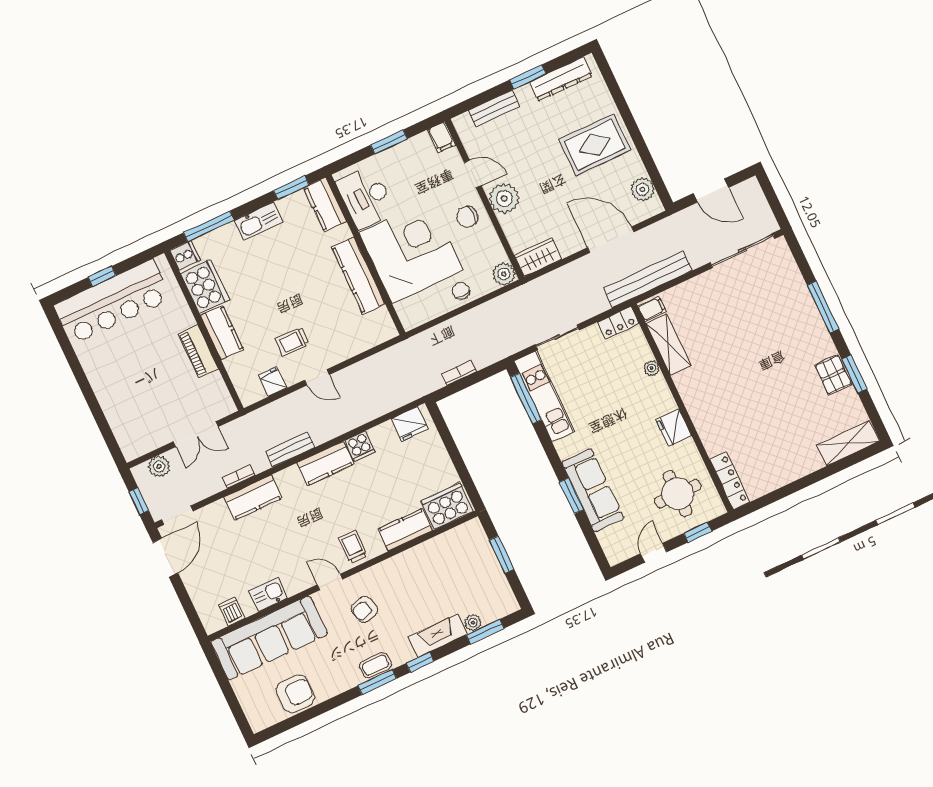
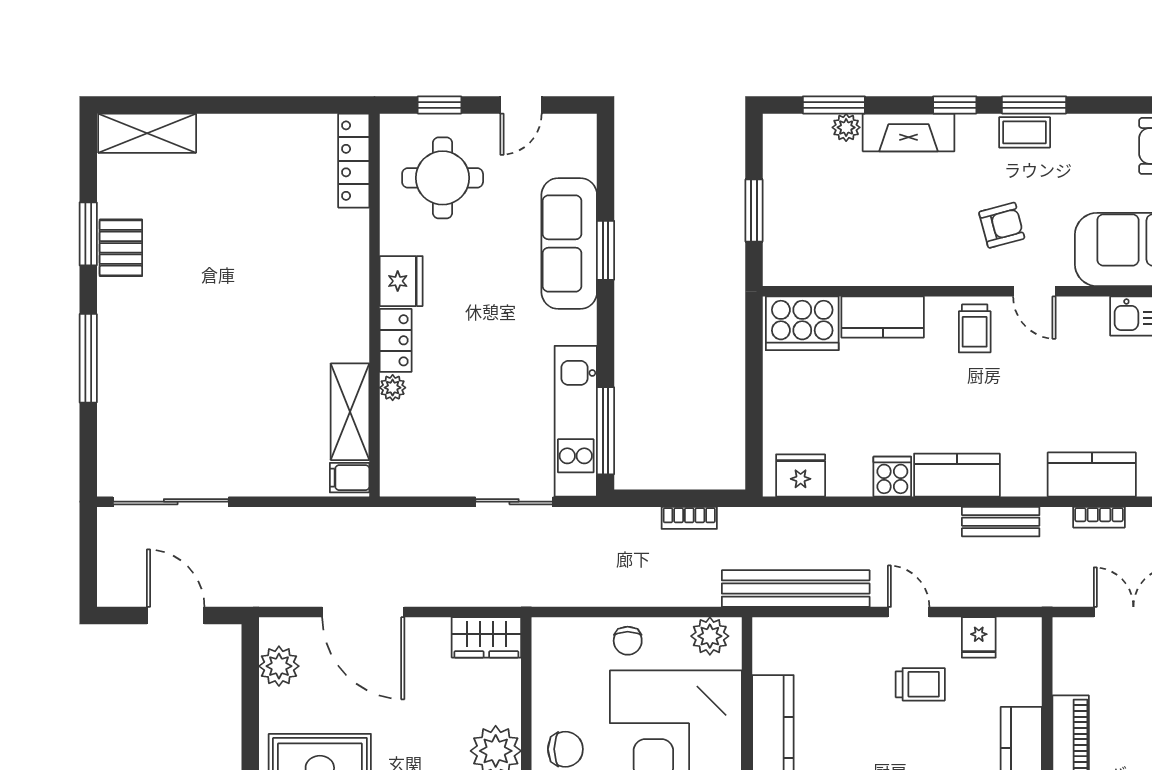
plant: (504, 274) -> (710, 636), moved
bench: (648, 279) -> (796, 589), moved
locker: (618, 323) -> (396, 340), moved, turned 90

